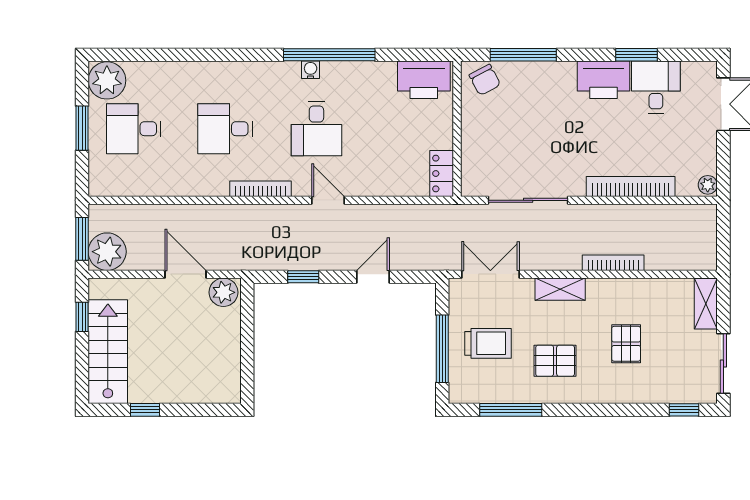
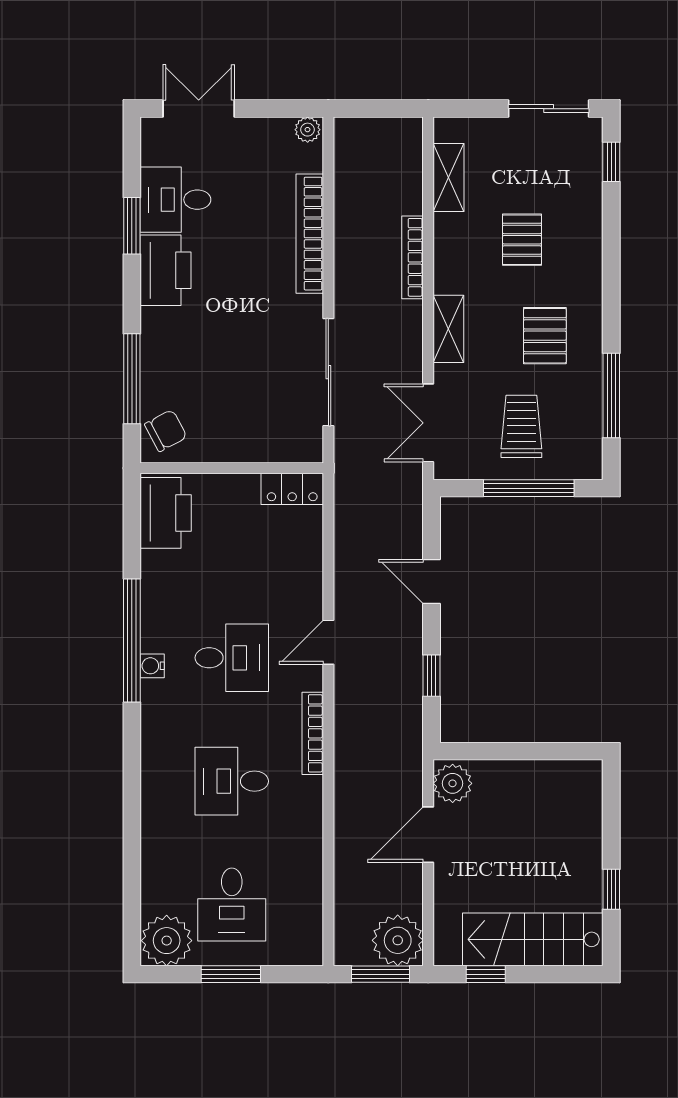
desk: (225, 129) -> (232, 781), turned 90
shelving: (706, 304) -> (449, 178), moved, turned 90
pallet: (626, 344) -> (522, 240), turned 90

